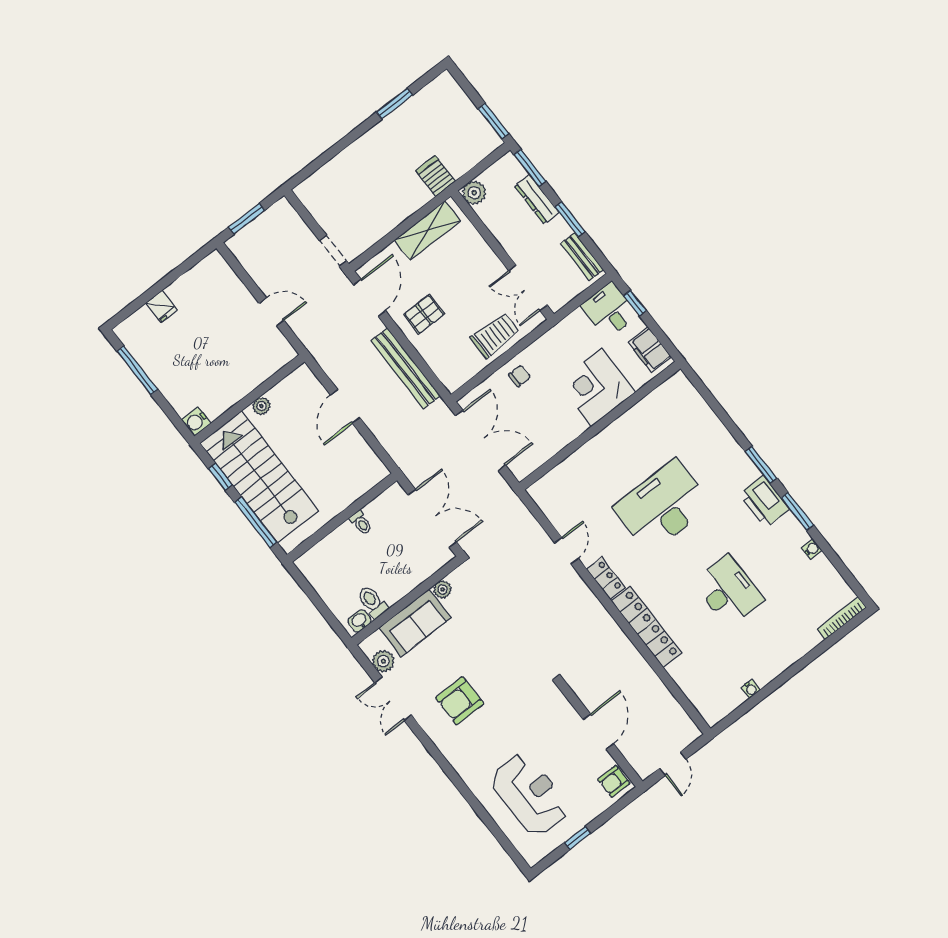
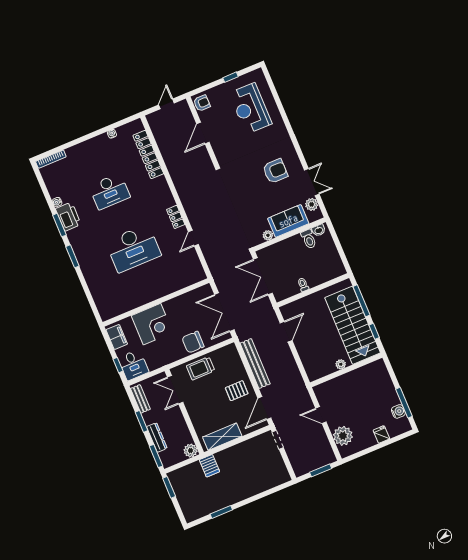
plant: (225, 287) -> (343, 436), added
double door: (528, 288) -> (175, 390), swing flipped
chair: (520, 376) -> (193, 342), width x1.87, depth x1.87
door: (345, 406) -> (286, 332), moved
water cooler: (196, 421) -> (398, 411), moved
printer: (764, 502) -> (68, 217), moved
desk: (729, 591) -> (110, 191), turned -90
locker: (646, 627) -> (148, 154), moved

